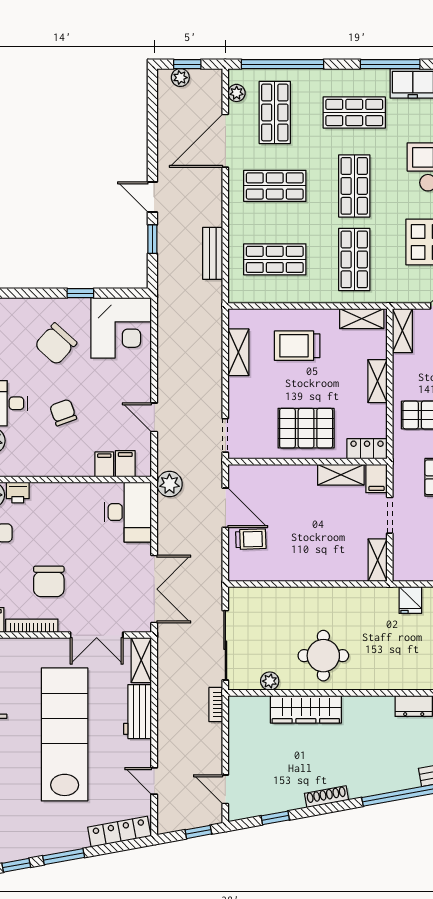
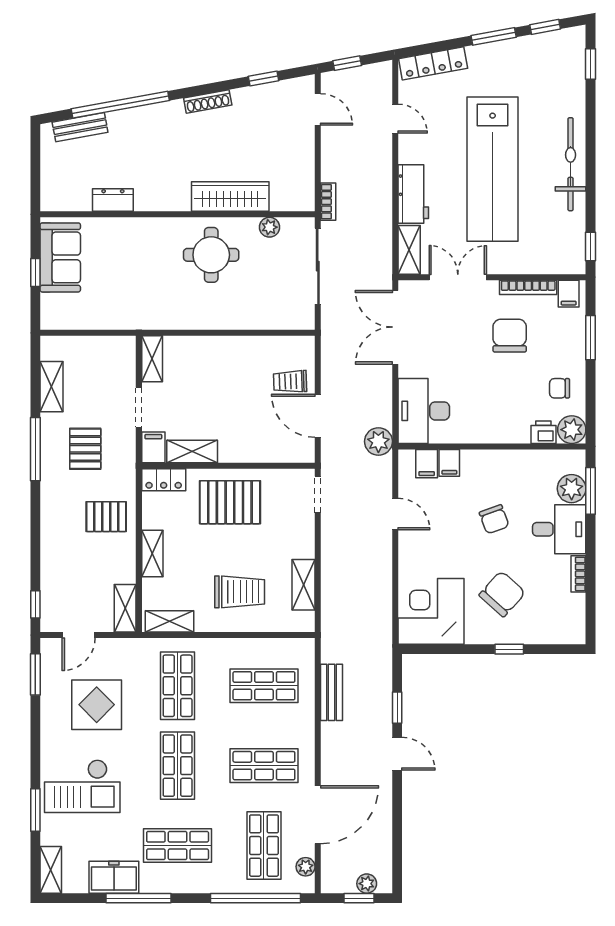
window: (80, 293) -> (509, 649), moved
fridge: (410, 600) -> (117, 315), removed

